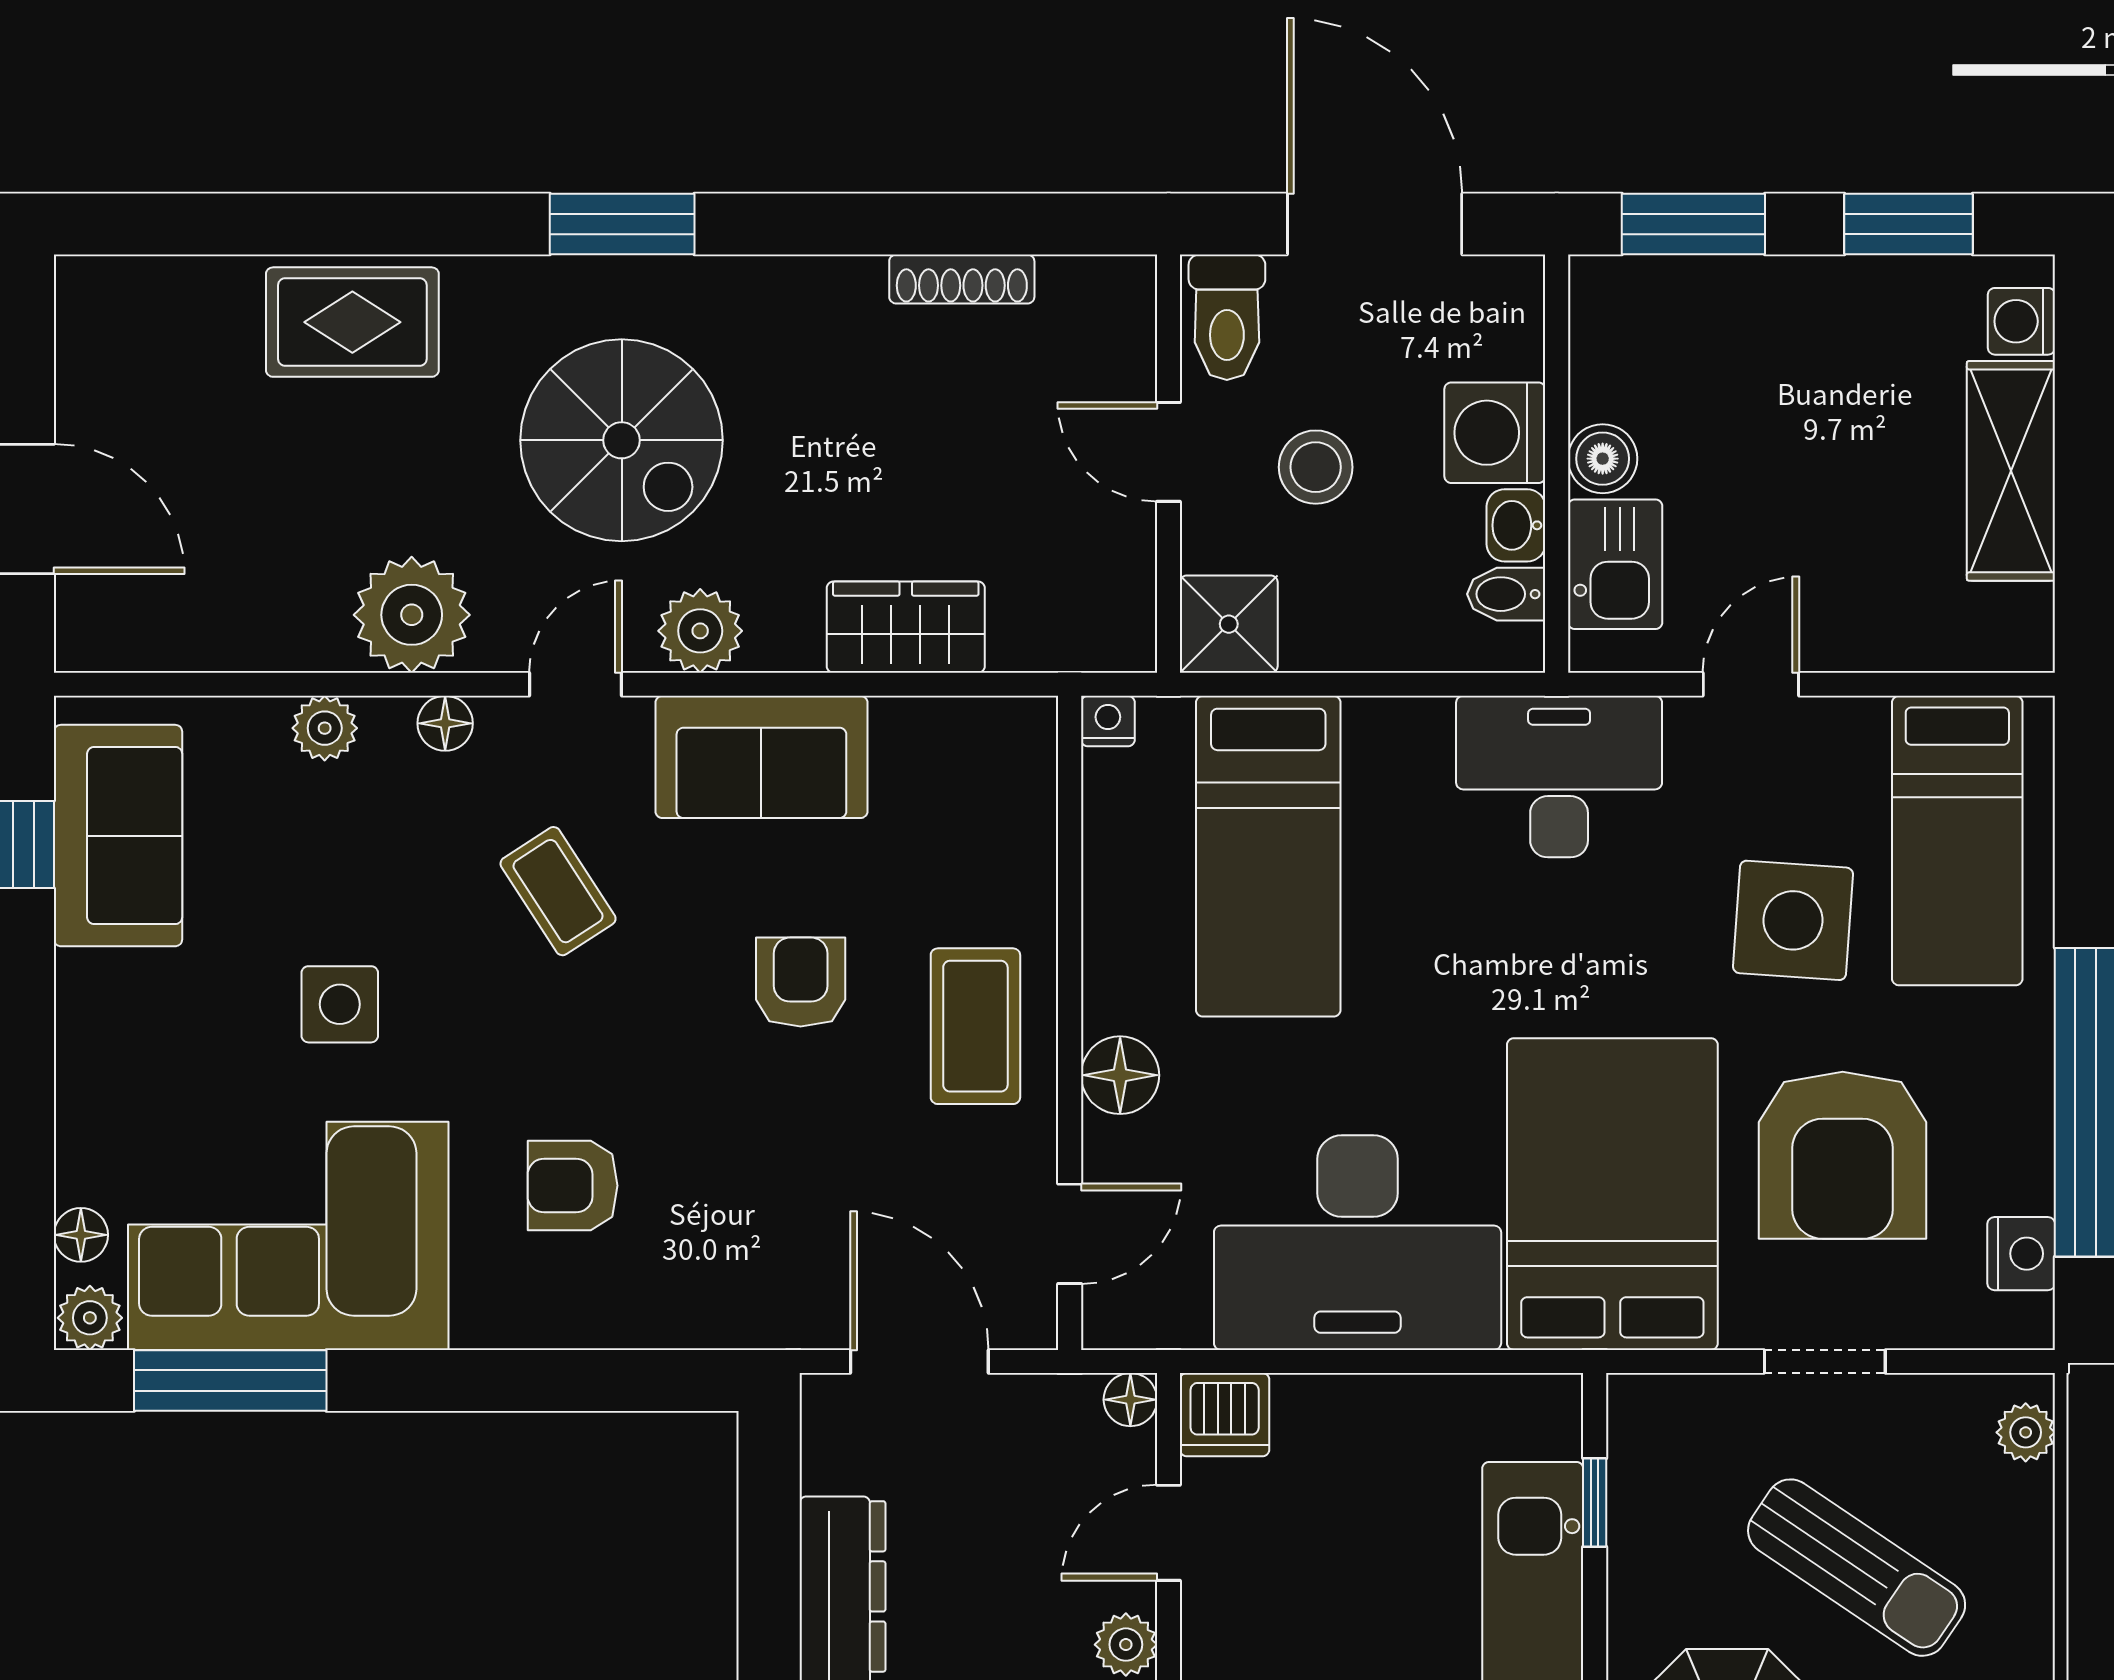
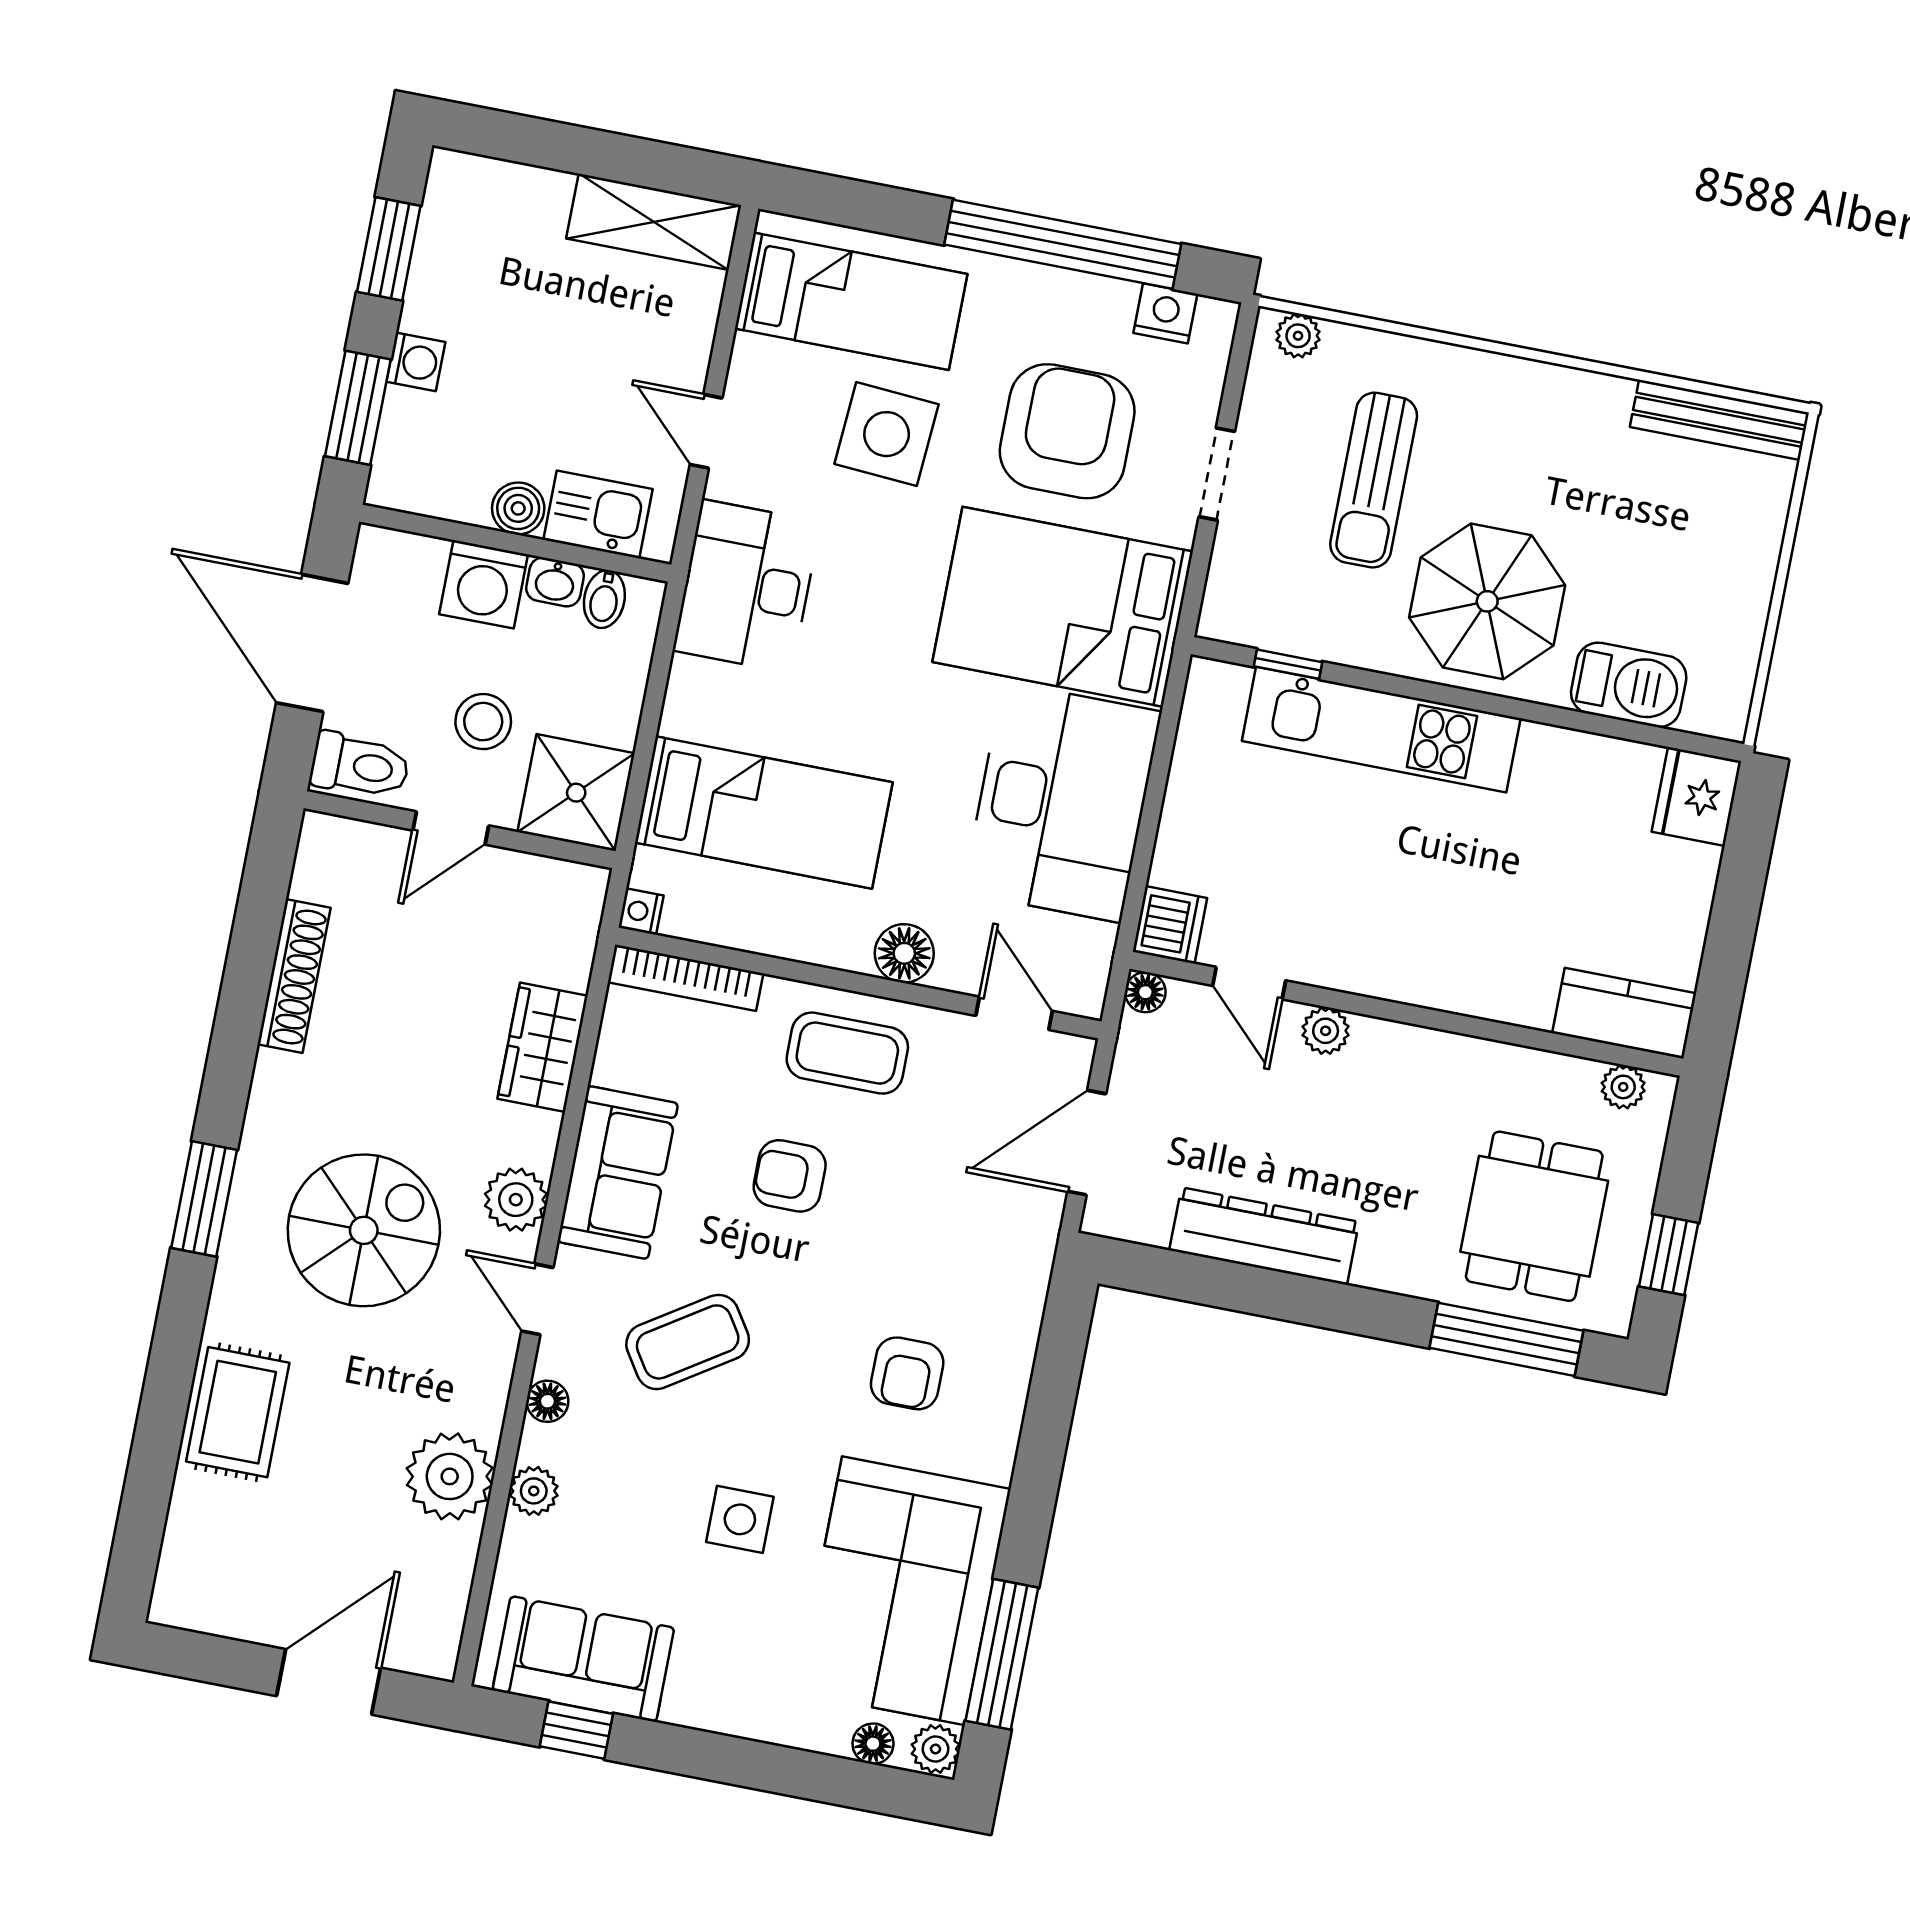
door: (1375, 224) -> (312, 643), hinge flipped
shoe rack: (962, 279) -> (294, 976), width x1.36, depth x1.24
washing machine: (2021, 321) -> (416, 362), moved, turned -90
shelving: (2011, 471) -> (654, 222), moved
plant: (412, 615) -> (450, 1476), moved
shower: (1229, 624) -> (576, 793), width x1.36, depth x1.36
bookcase: (1033, 796) -> (686, 978), added
coffee table: (558, 891) -> (688, 1342), width x1.36, depth x1.30
armchair: (1843, 1155) -> (1067, 431), turned -90
sun lounger: (1857, 1568) -> (1374, 480), turned 146

